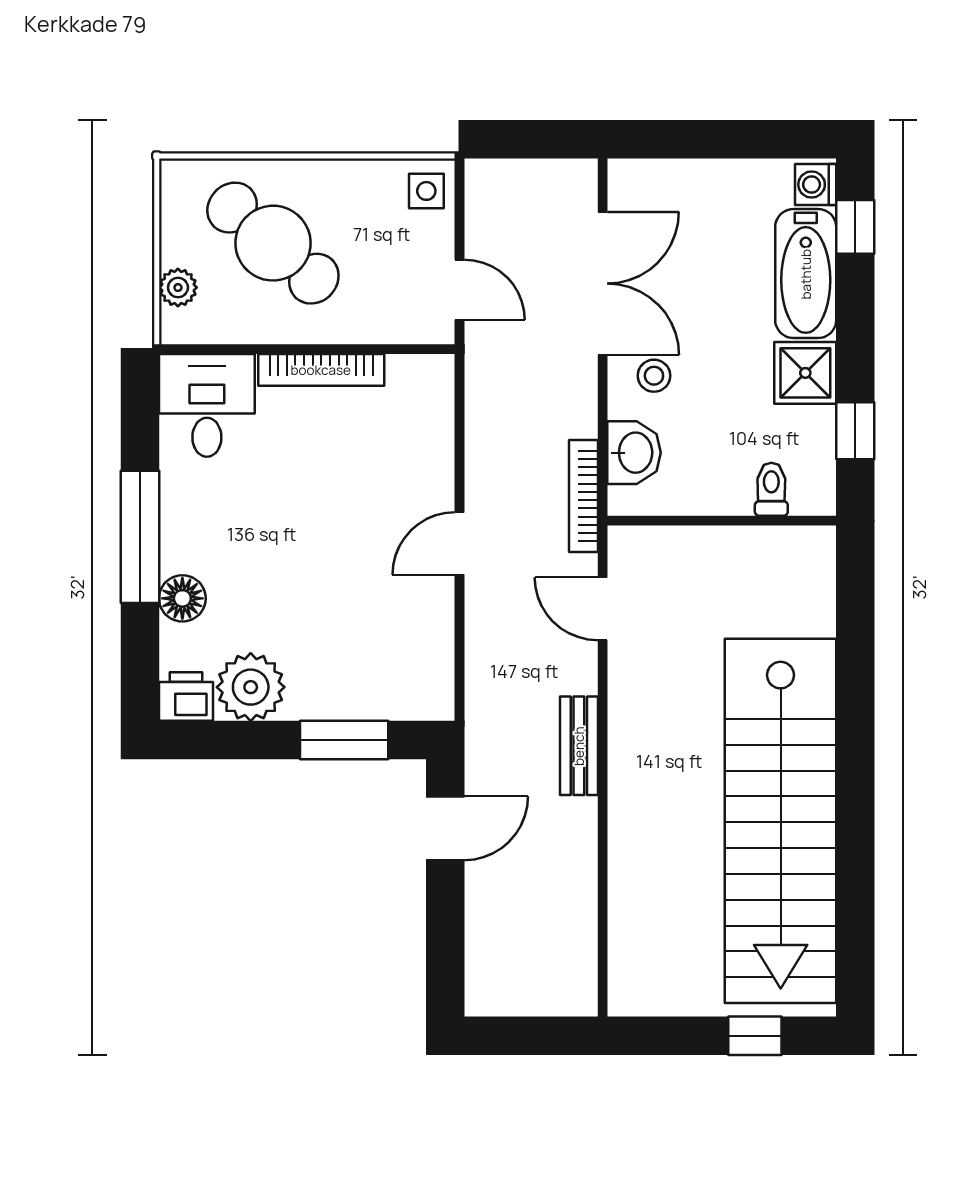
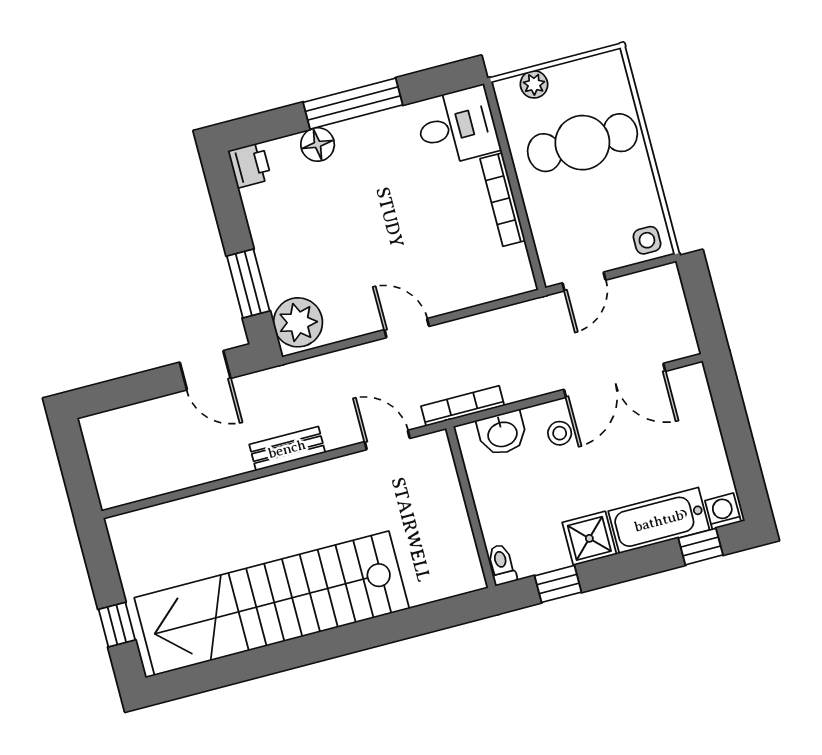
cafe table: (273, 243) -> (582, 143), turned 49
toilet: (771, 489) -> (502, 565), moved, turned -90
door: (603, 609) -> (387, 440), hinge flipped
plant: (251, 687) -> (298, 322), moved

